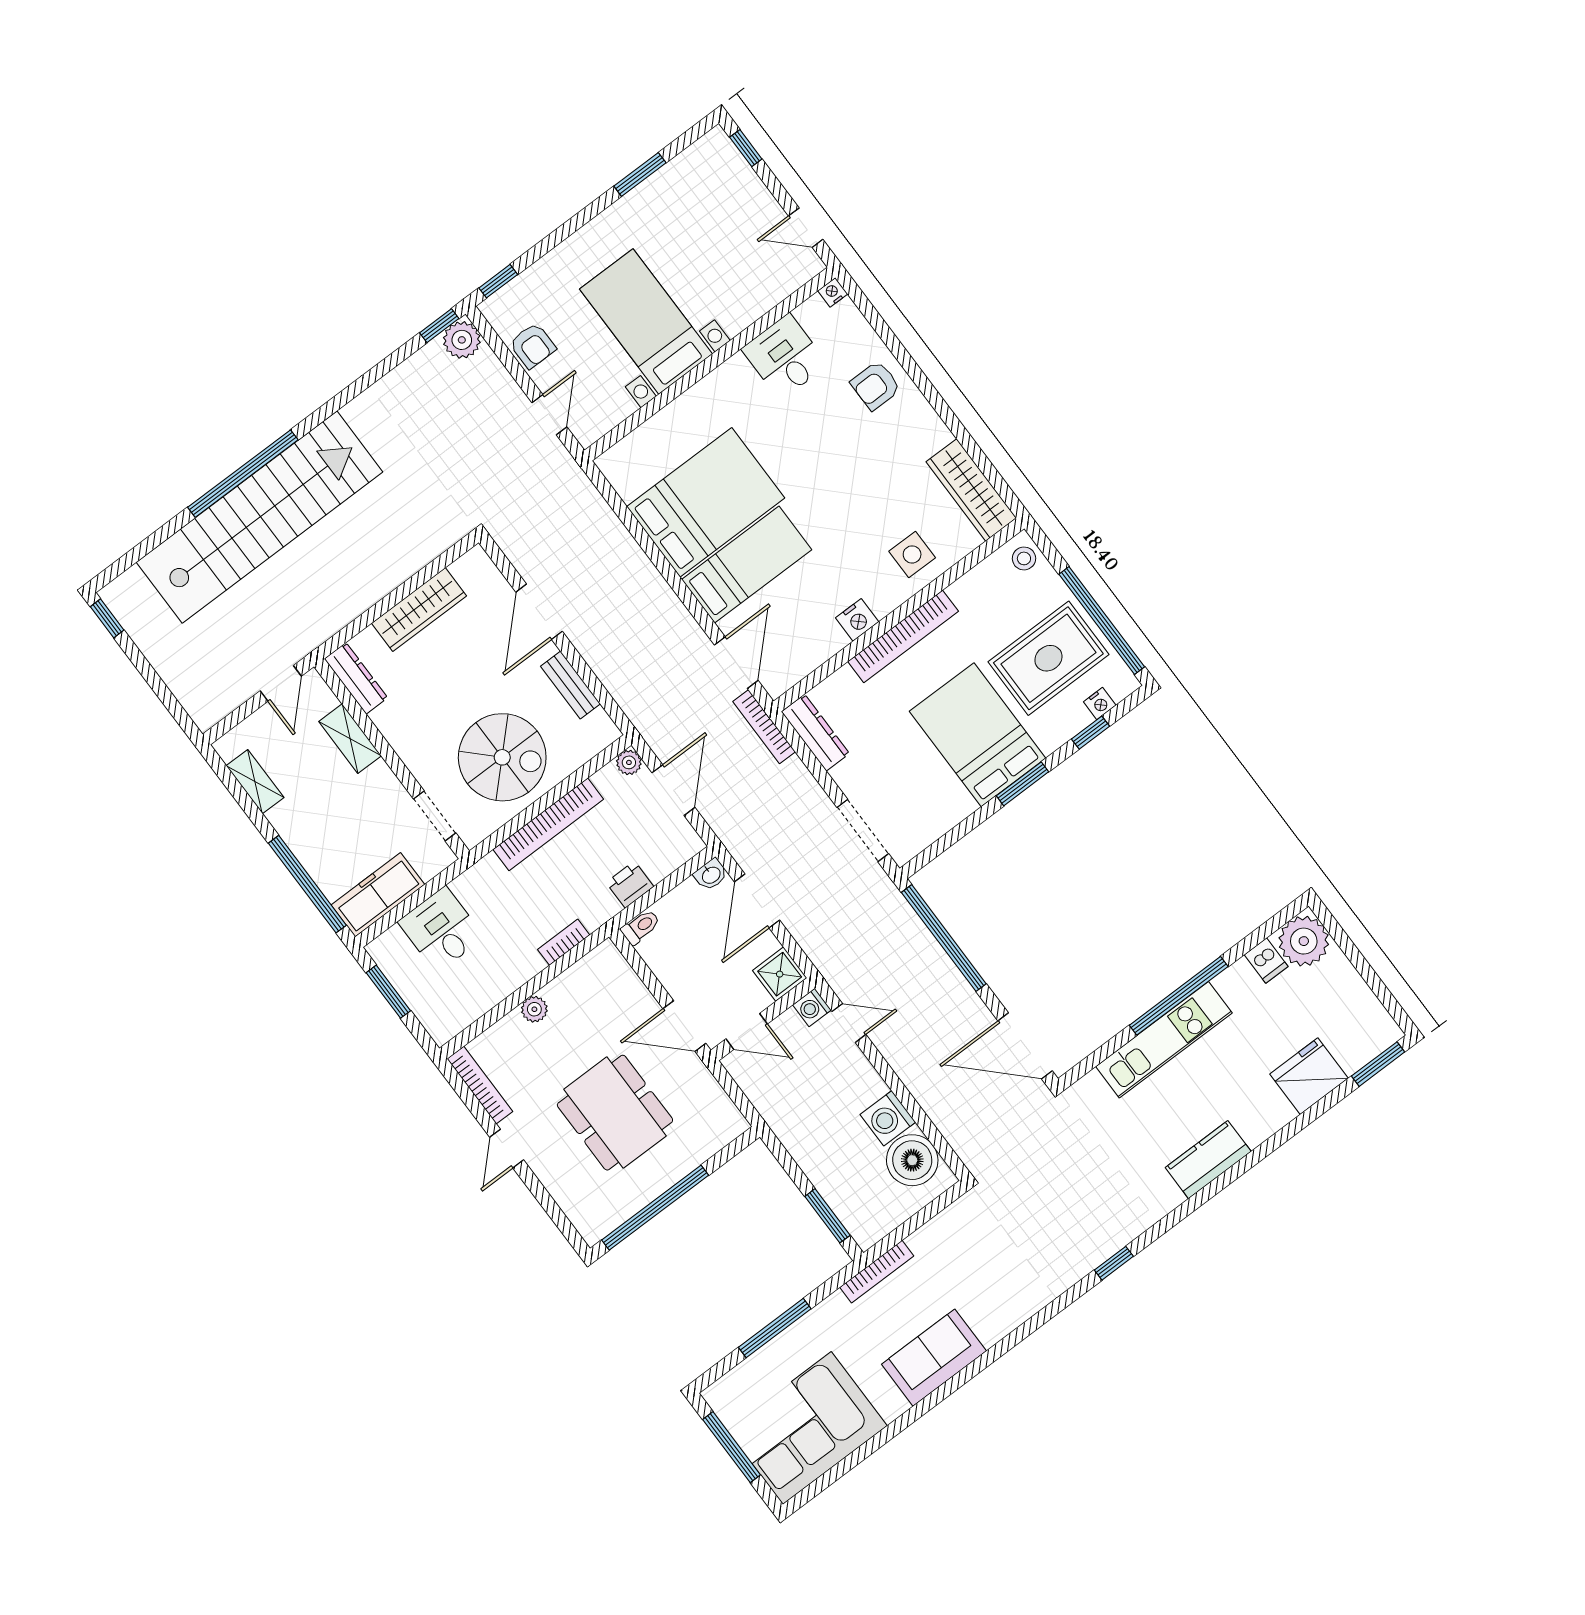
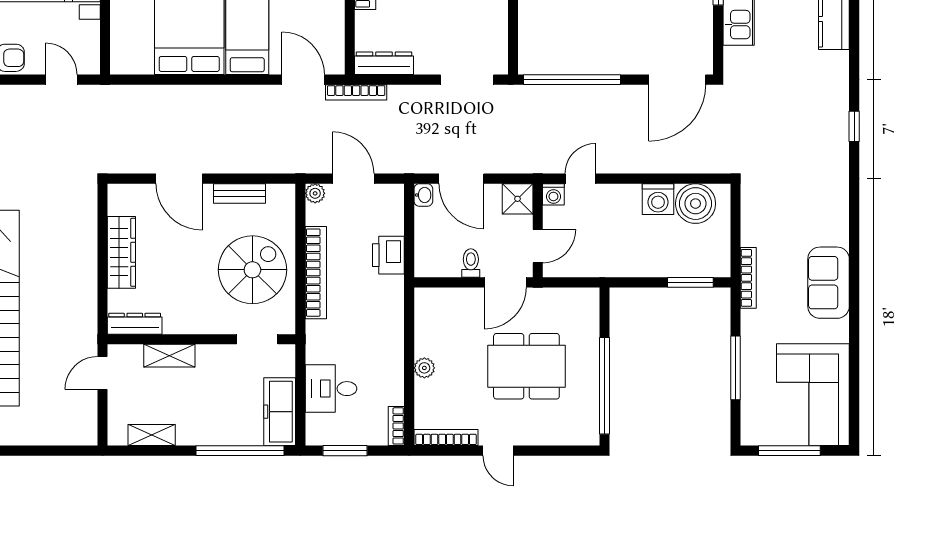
door: (281, 683) -> (103, 373), swing flipped
printer: (630, 885) -> (388, 255), width x1.36, depth x1.24
toilet: (641, 927) -> (471, 263), moved
bookcase: (564, 942) -> (396, 426), moved

